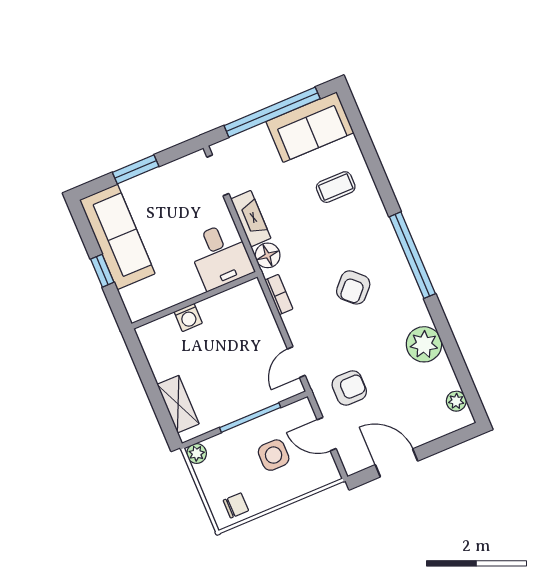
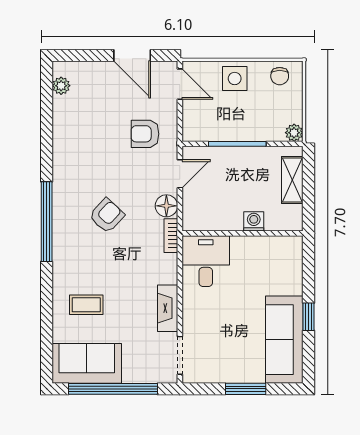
floor lamp: (268, 255) -> (166, 206), moved
desk: (220, 256) -> (206, 261), moved
wall: (195, 300) -> (242, 233), moved
washing machine: (188, 317) -> (254, 221), moved
plant: (424, 344) -> (68, 144), removed
door: (327, 434) -> (180, 84), moved
side table: (274, 455) -> (235, 79), moved
chair: (236, 505) -> (280, 76), turned -90

